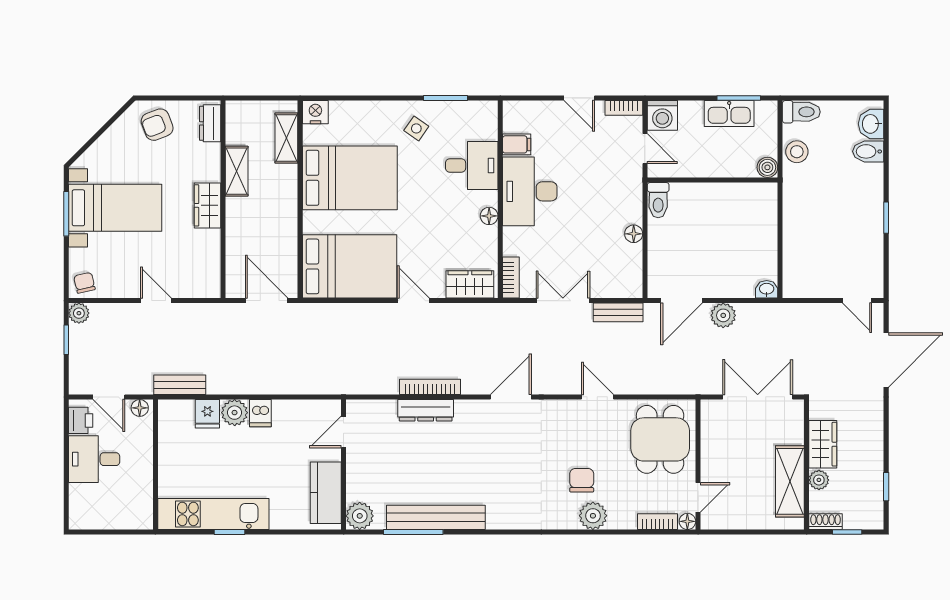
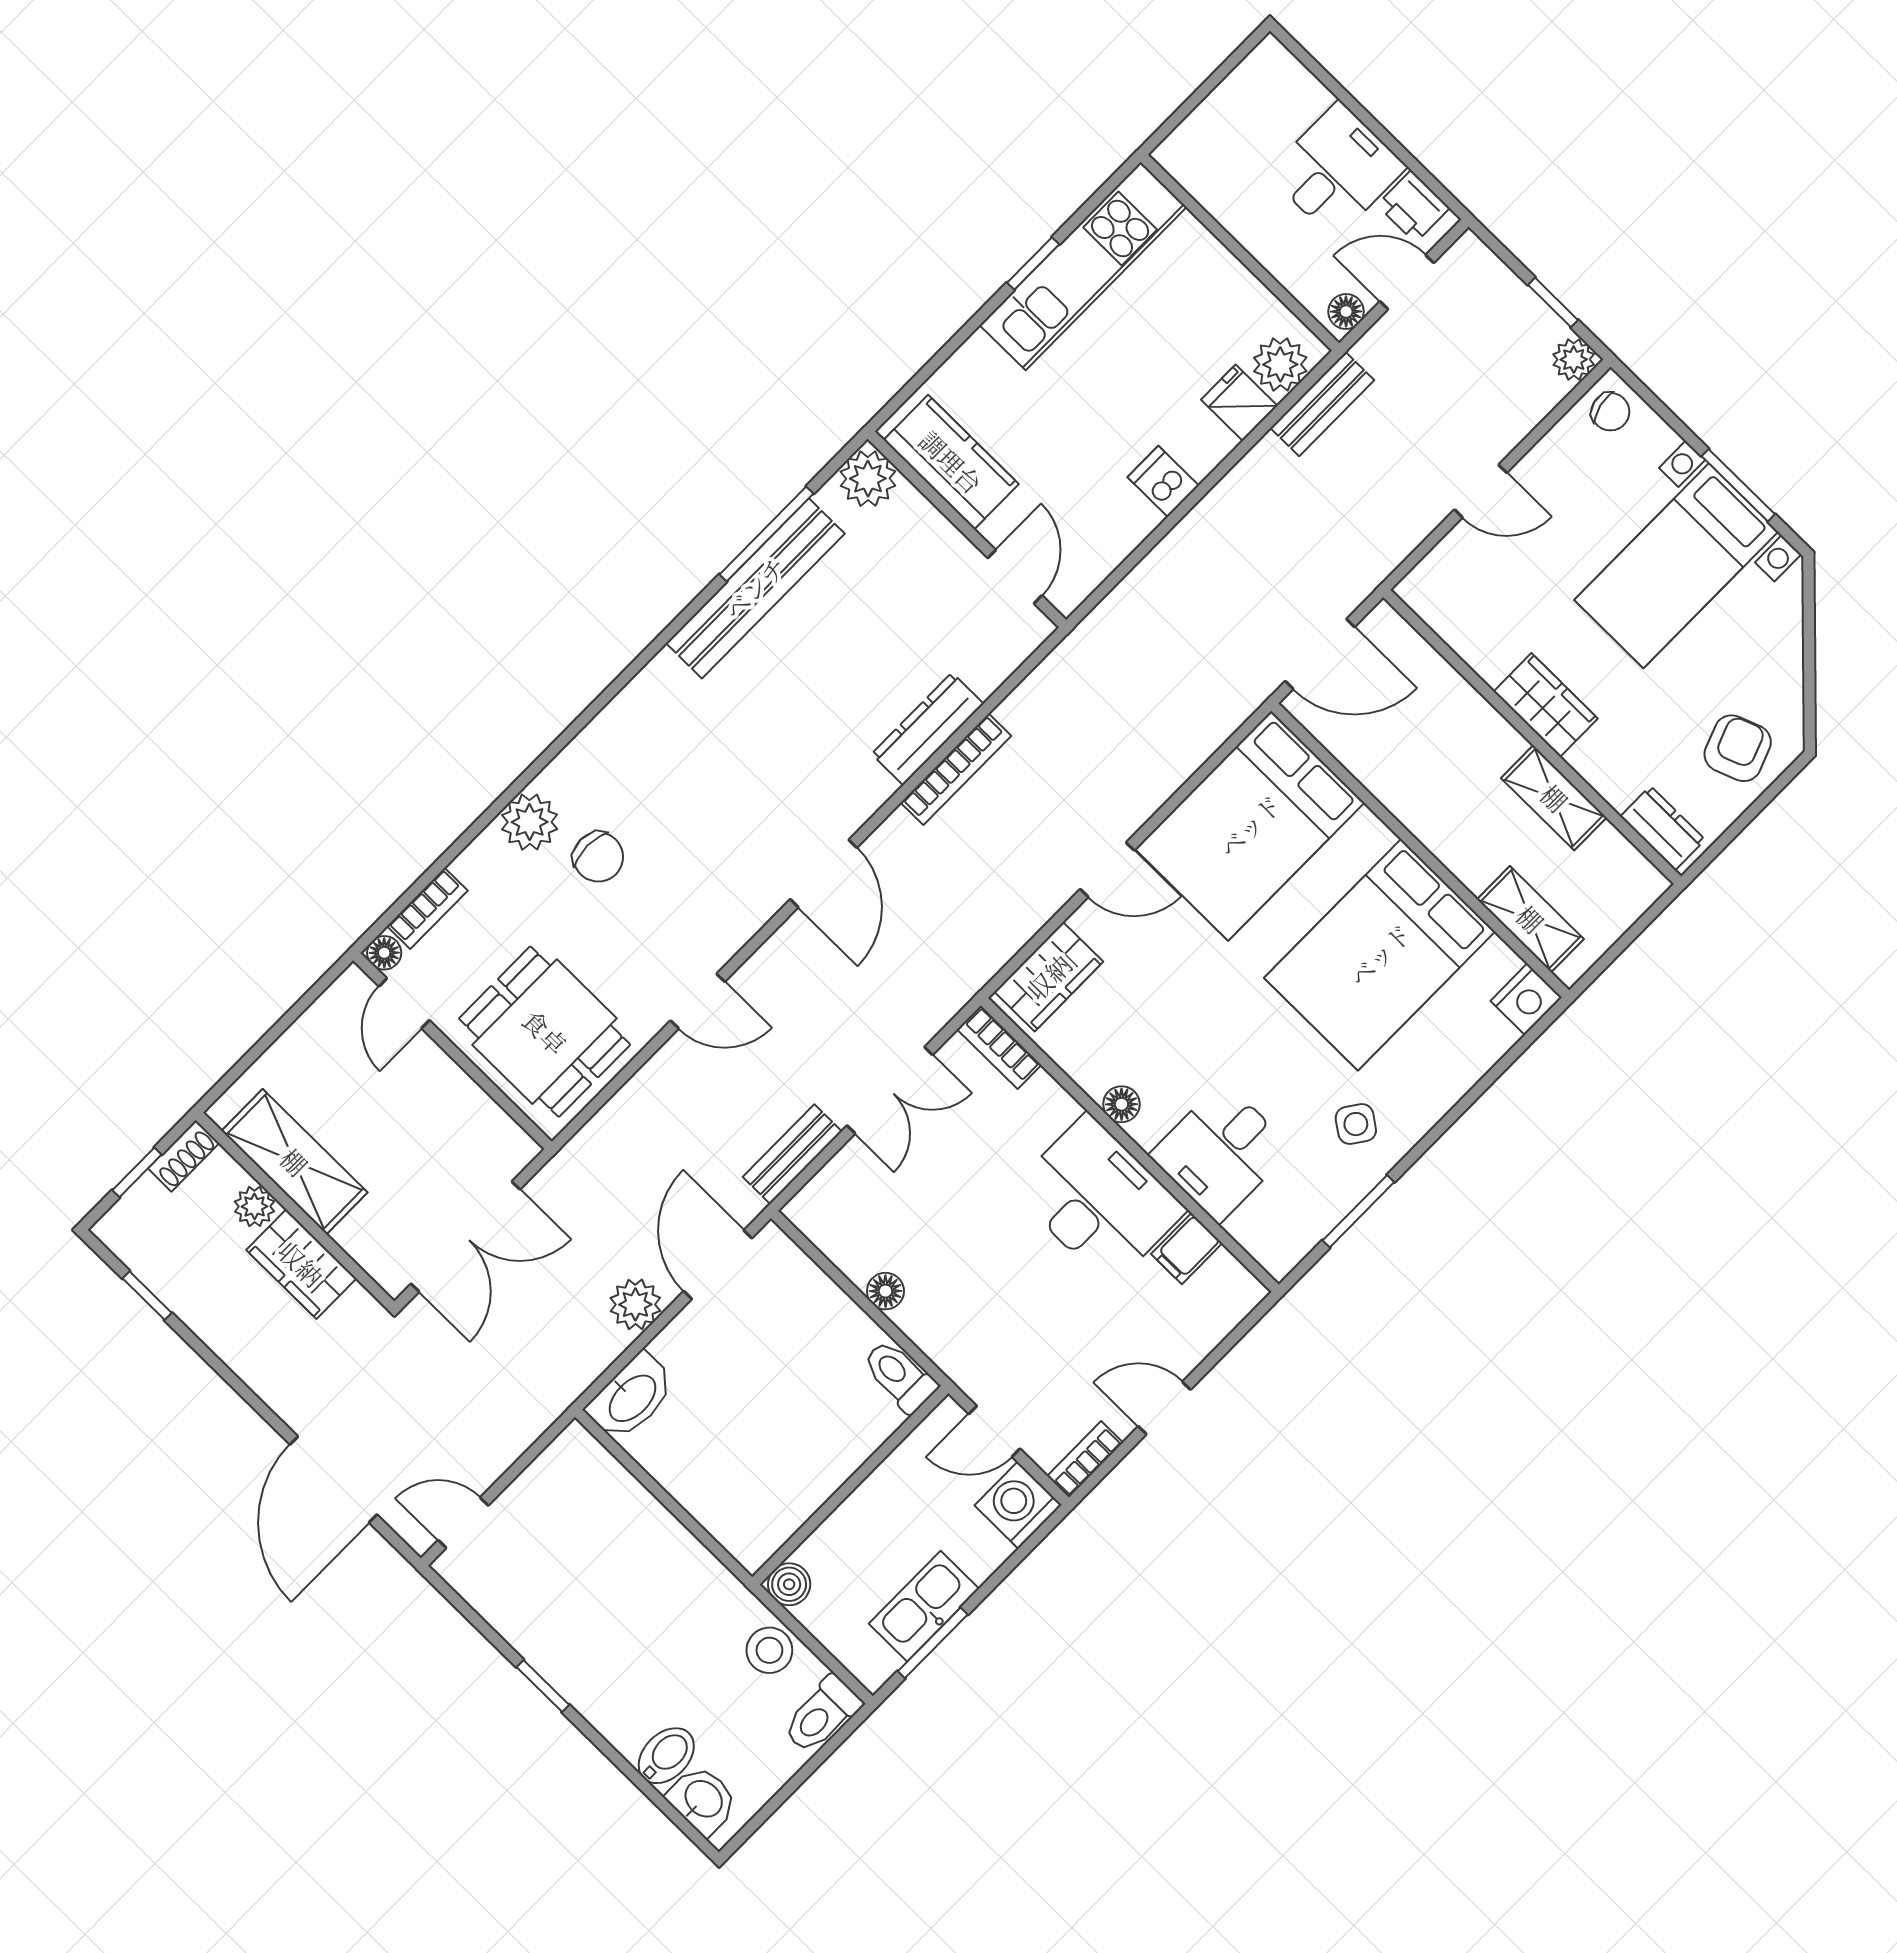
washbasin: (767, 289) -> (631, 1397), width x1.91, depth x1.45
plant: (235, 413) -> (1280, 364), moved

